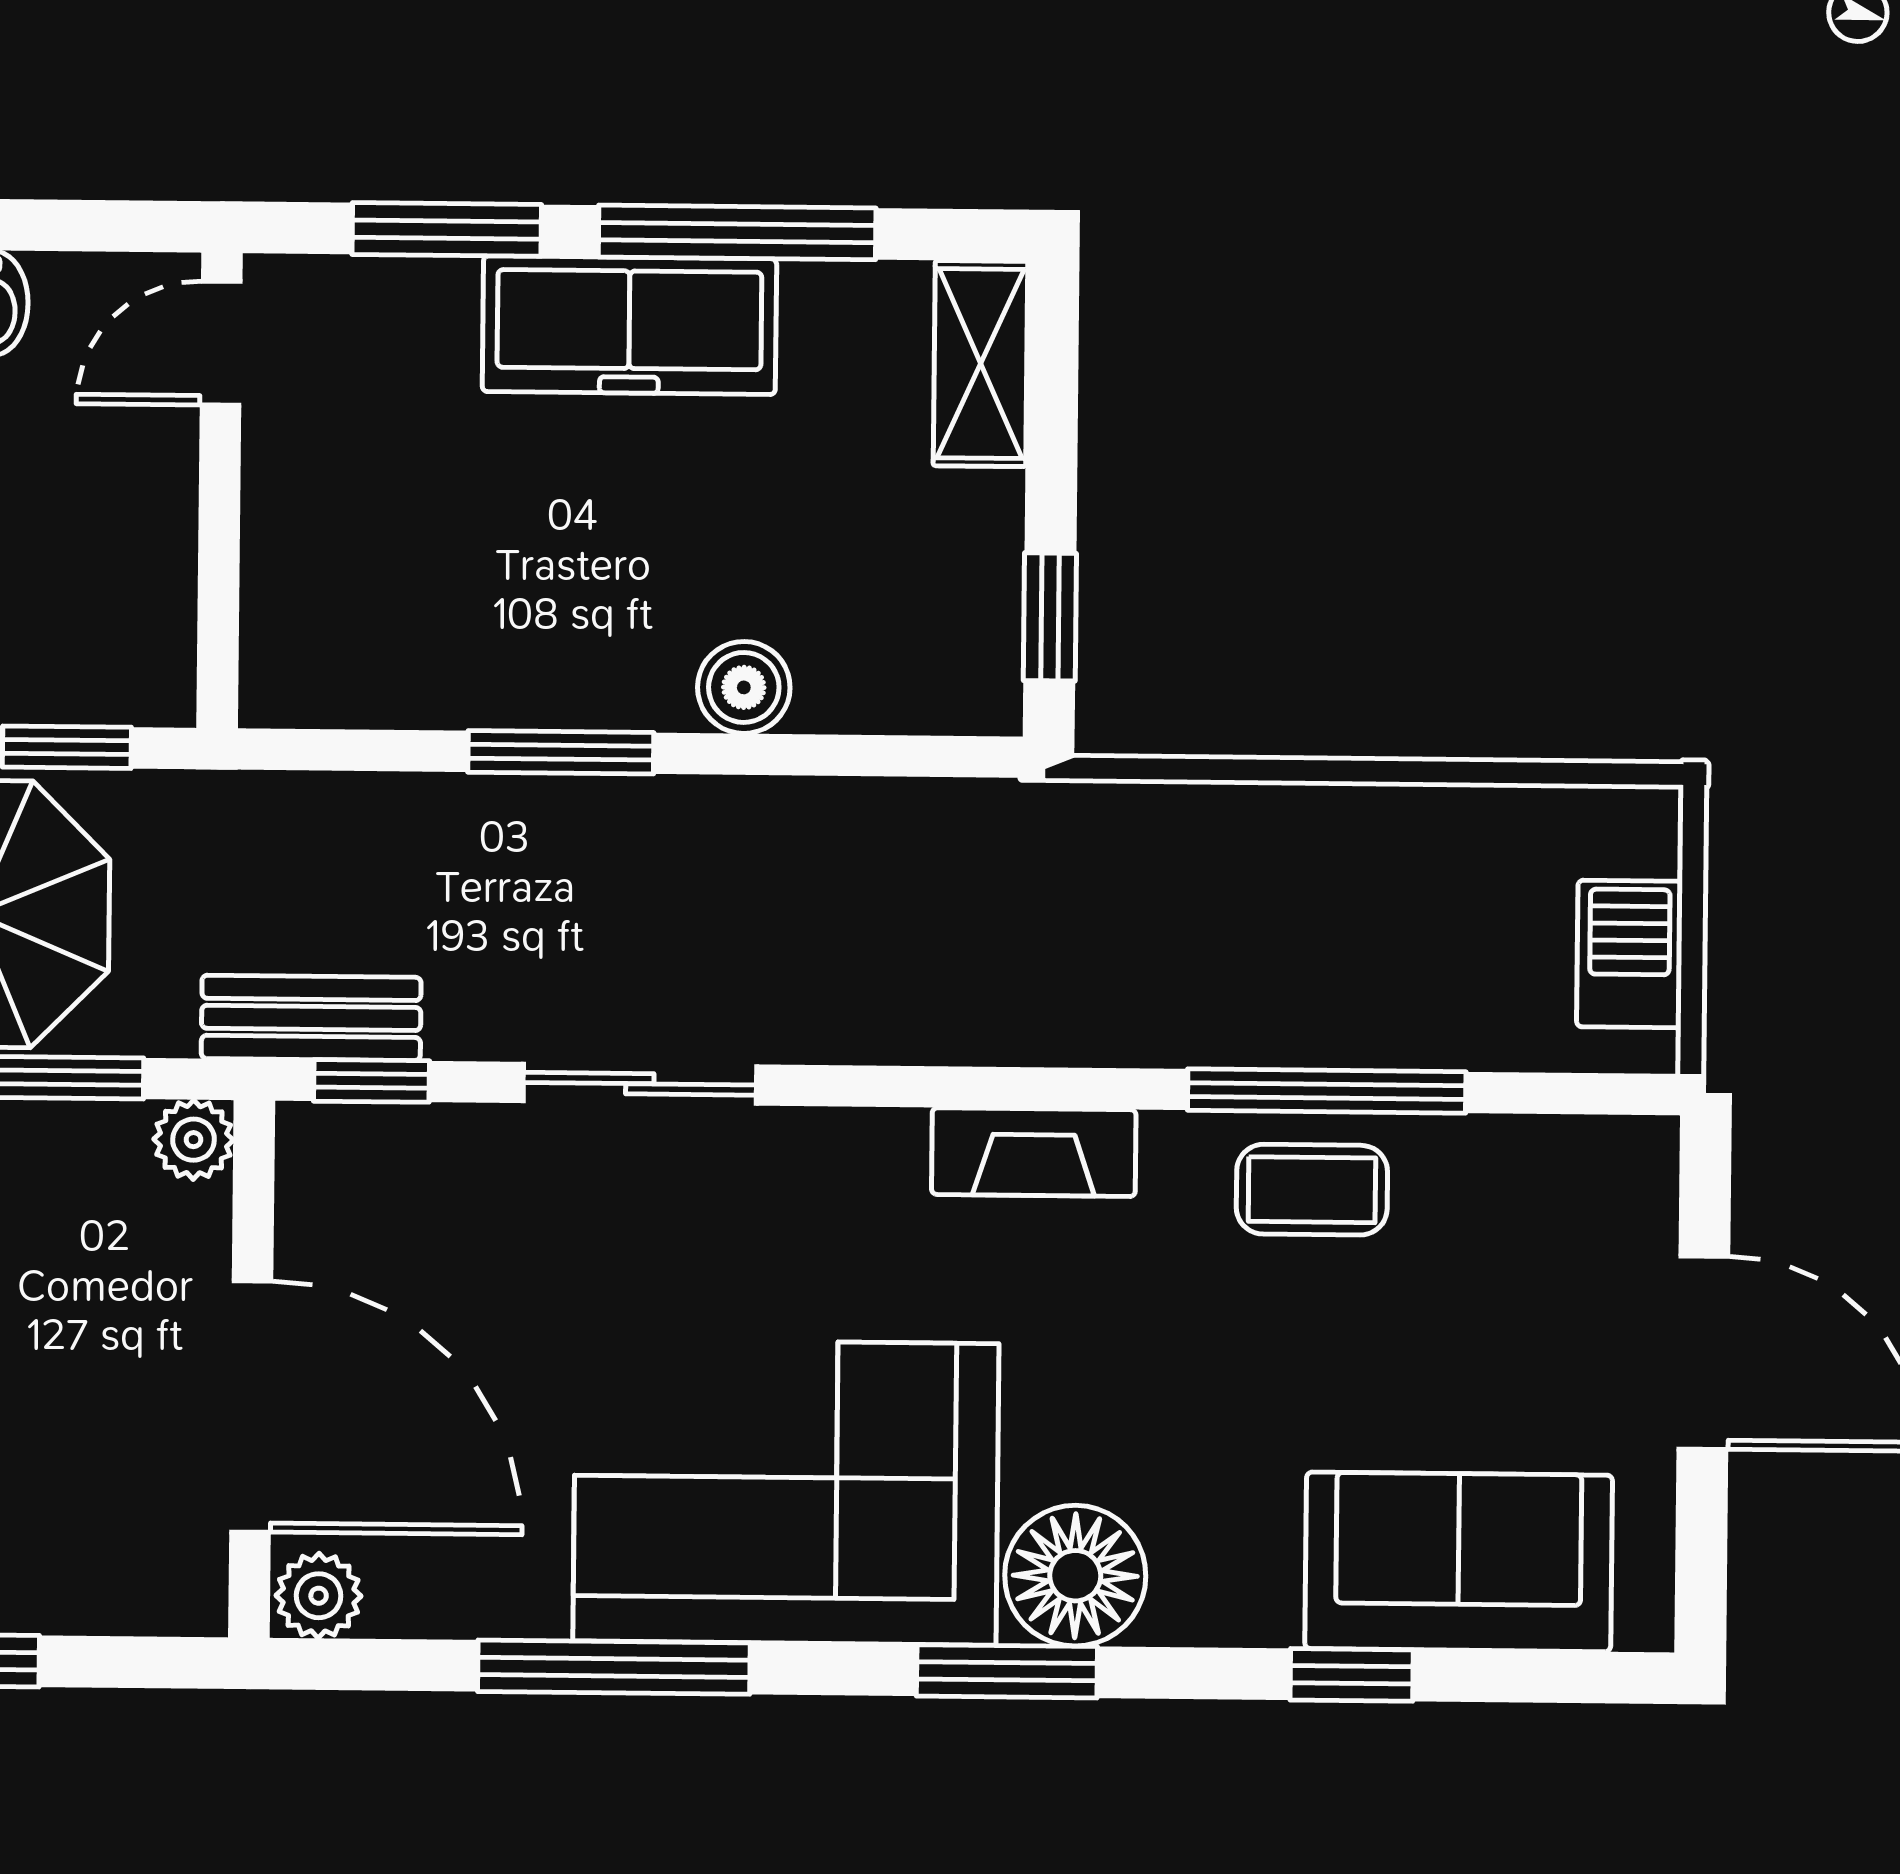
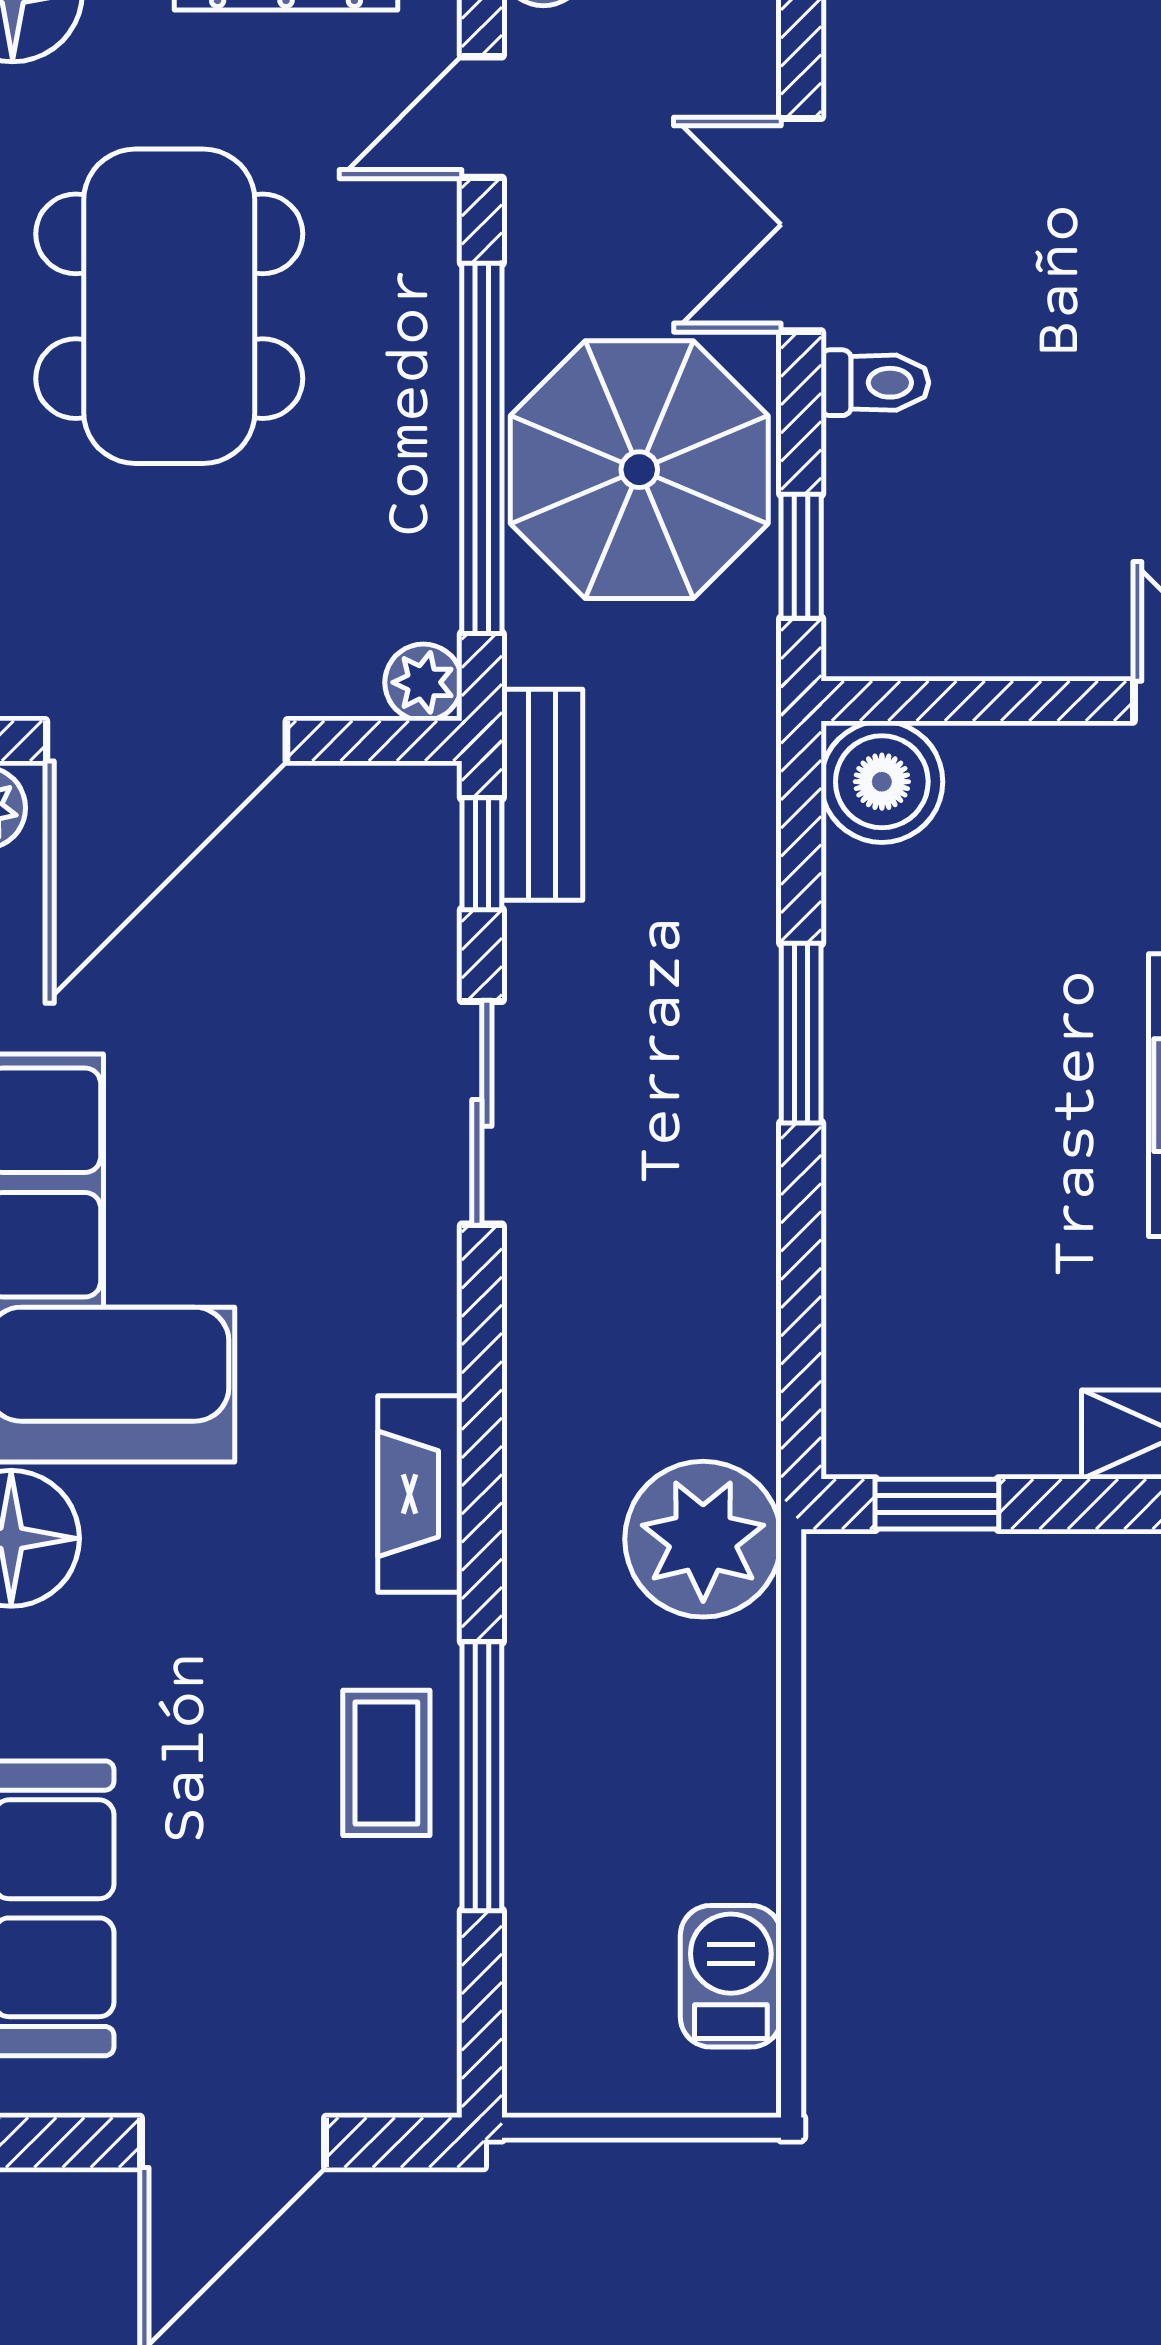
boiler: (744, 687) -> (882, 782), moved, width x1.36, depth x1.36
plant: (1084, 859) -> (703, 1539), added
barbecue: (1630, 954) -> (731, 1976), moved, turned -90

